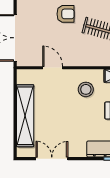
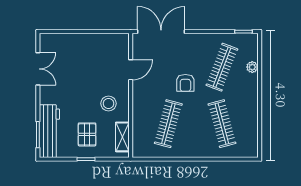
shelving: (25, 116) -> (82, 42), removed

